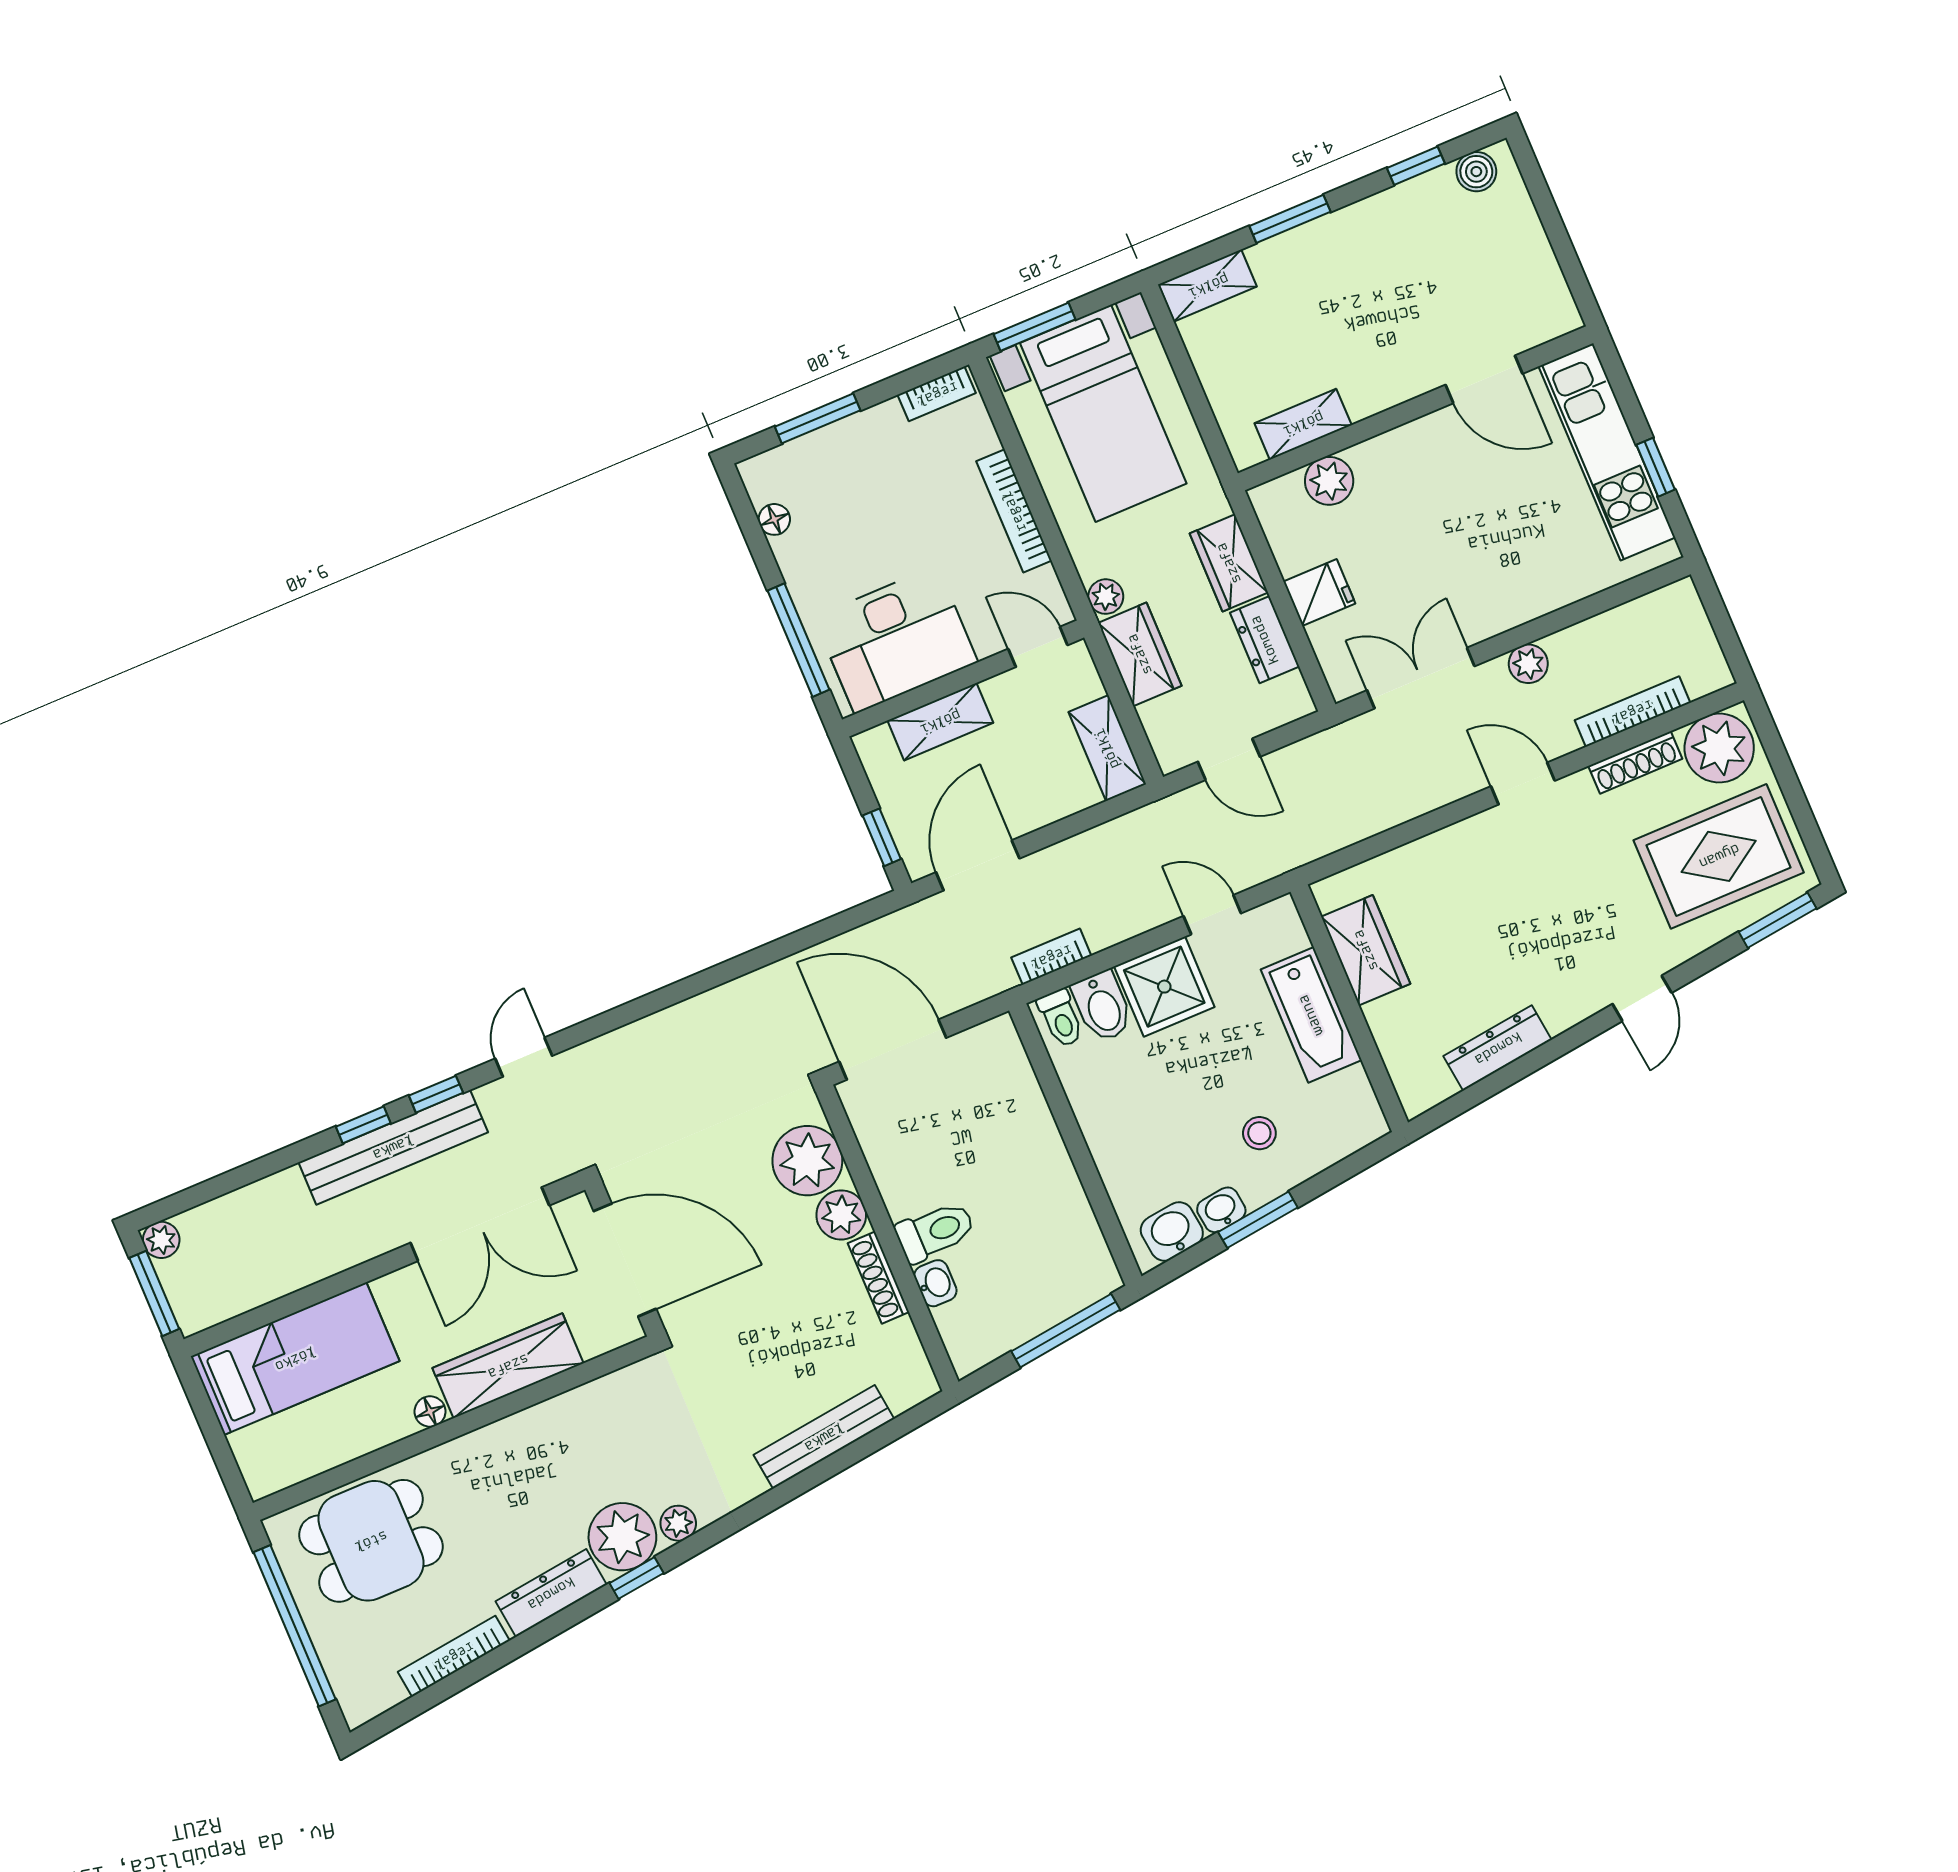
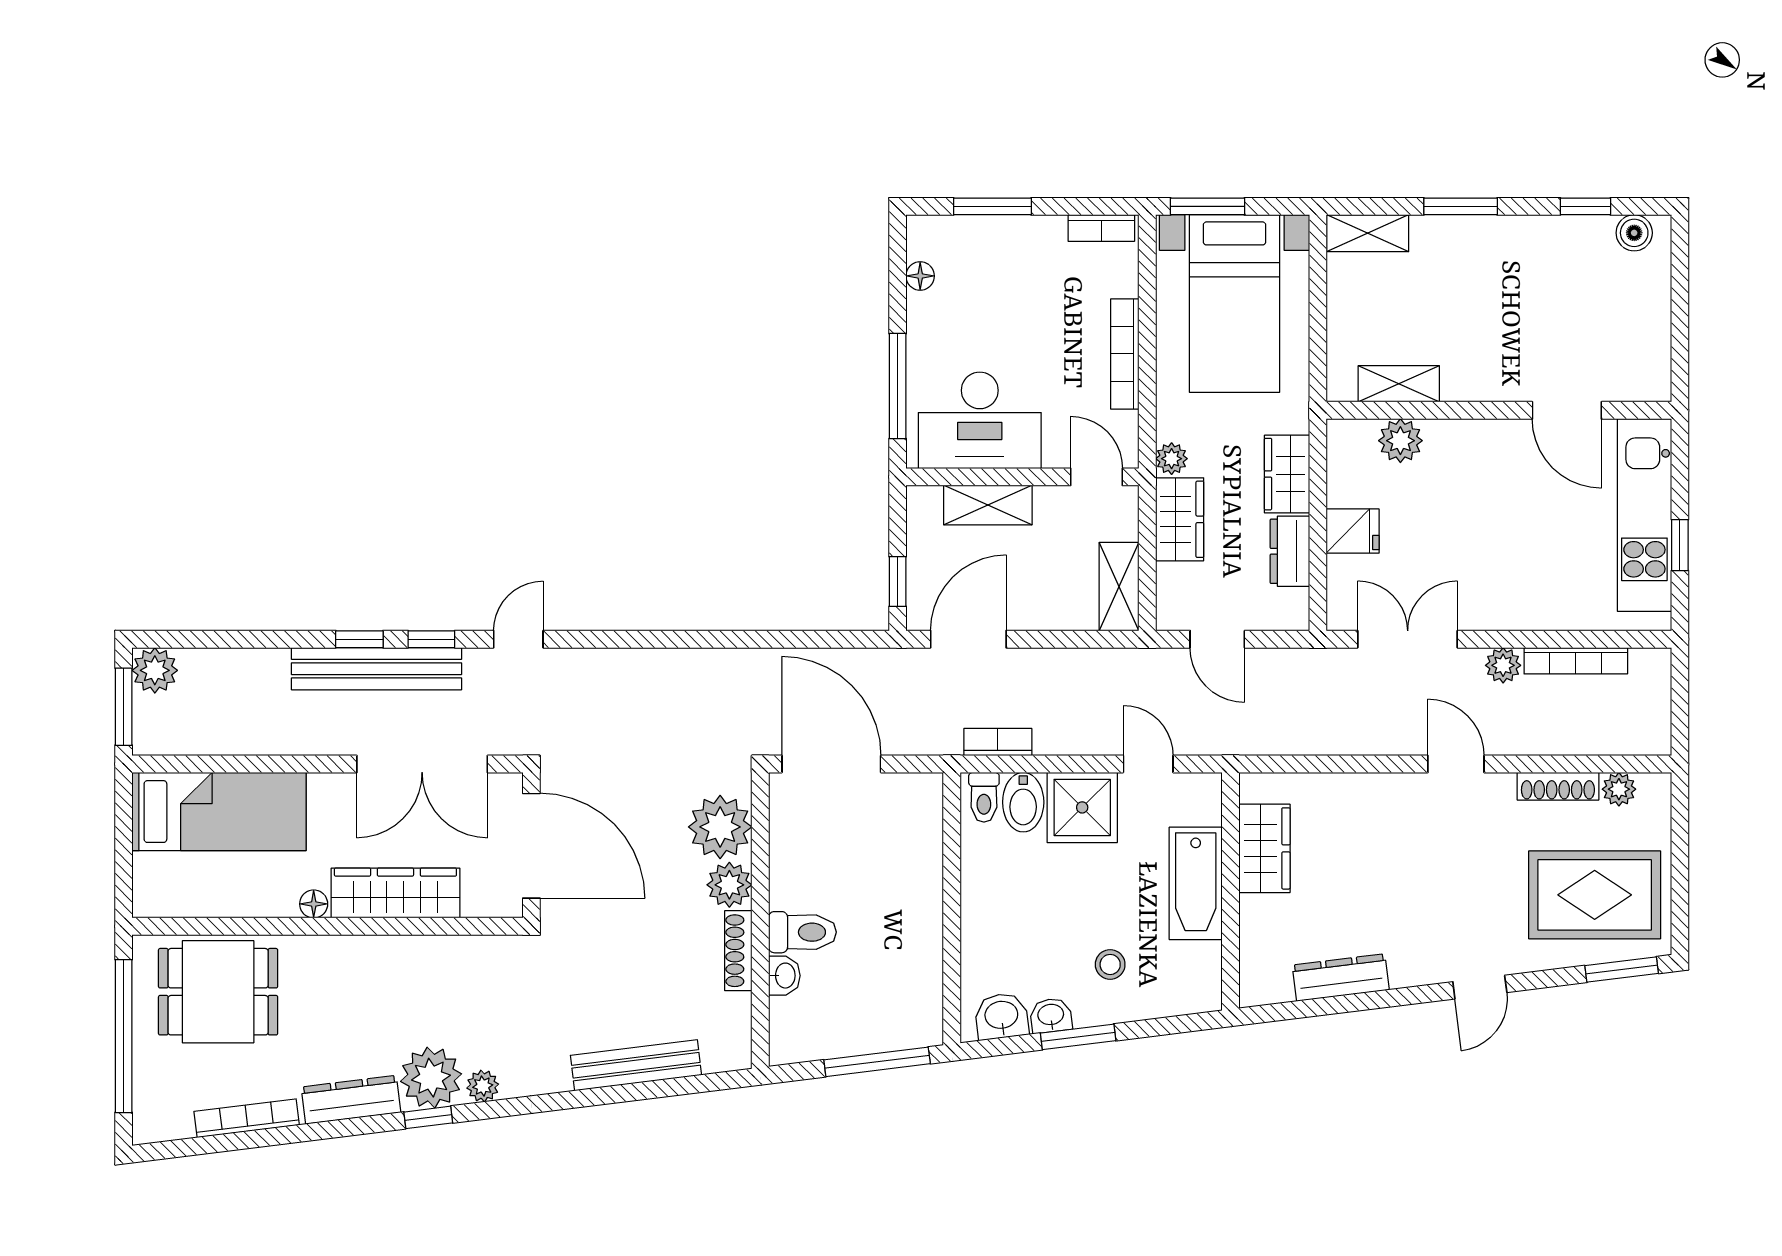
bookcase: (1632, 712) -> (1576, 661), moved, turned 180
plant: (1719, 748) -> (1619, 789), width x0.53, depth x0.53
plant: (161, 1240) -> (155, 670), width x1.38, depth x1.38

